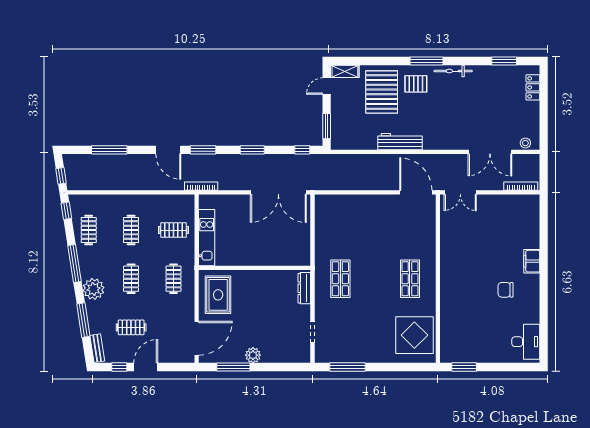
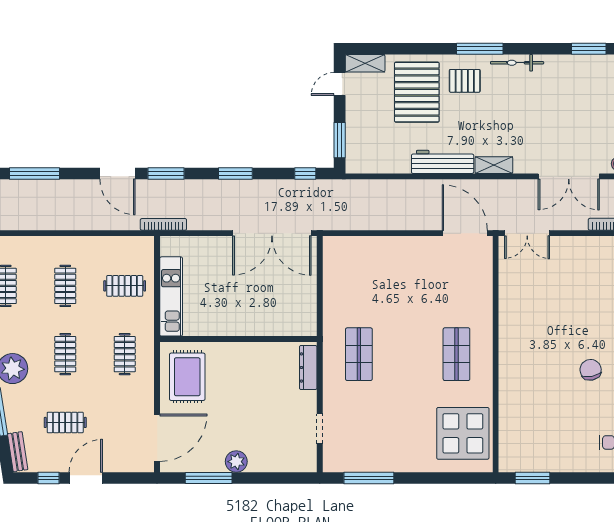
shelving: (437, 144) -> (494, 165), added
chair: (506, 290) -> (591, 370), turned 79

